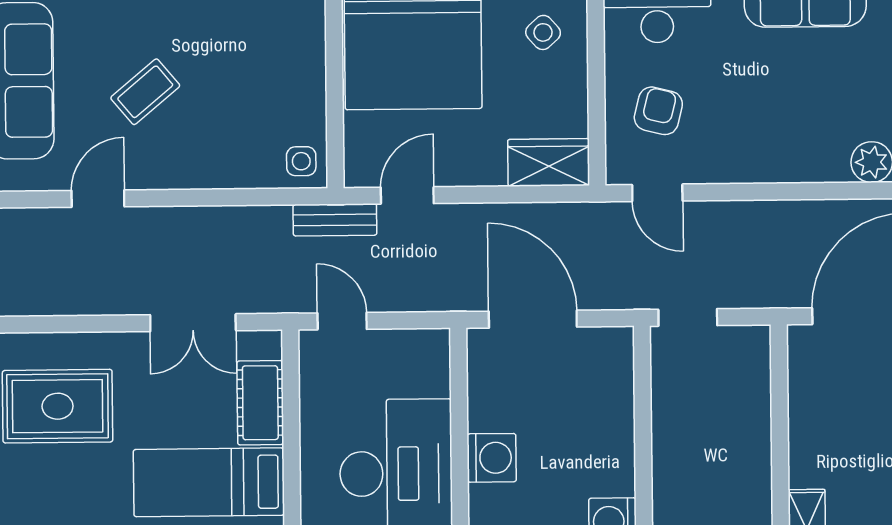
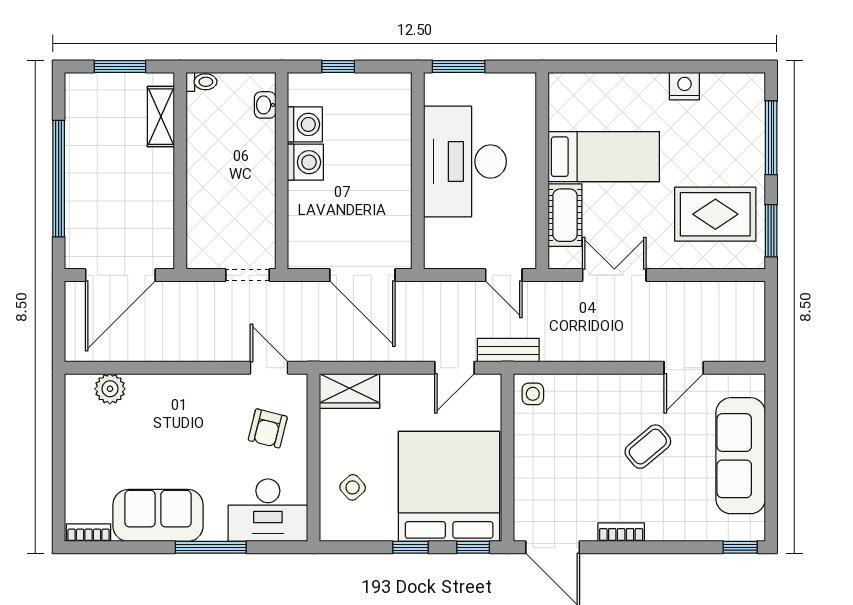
washing machine: (492, 458) -> (305, 162), moved, turned 180

